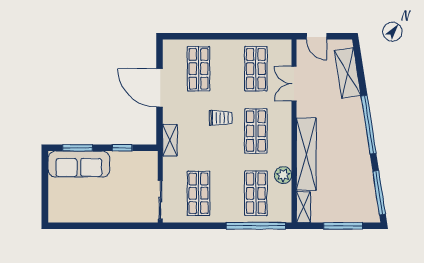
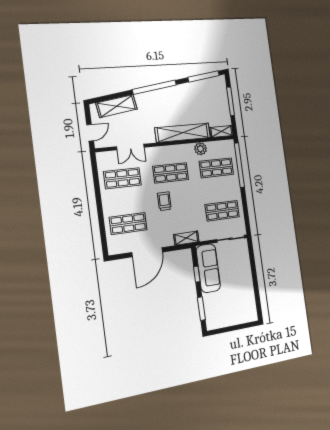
sofa: (79, 164) -> (208, 268), moved

